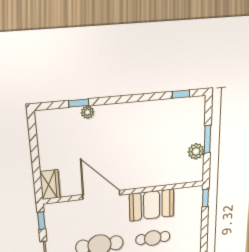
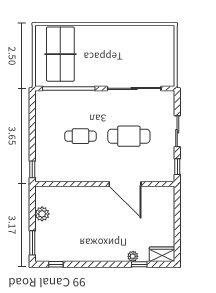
window: (207, 139) -> (32, 243), moved
wardrobe: (50, 185) -> (162, 254), moved, turned 90
booth: (152, 205) -> (81, 169), removed

